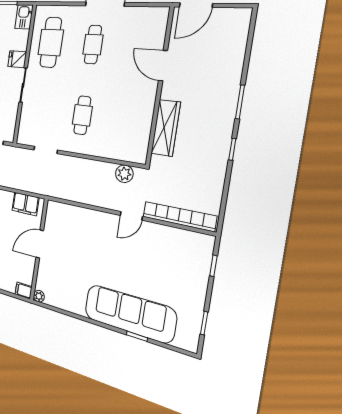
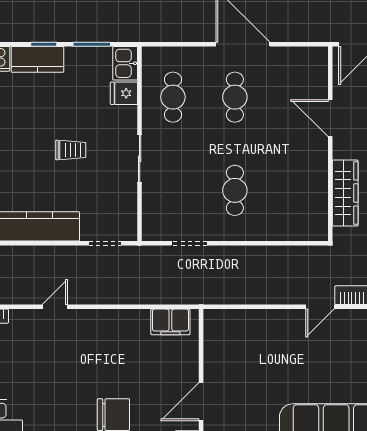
cafe table: (51, 42) -> (173, 97), width x0.73, depth x0.74
fridge: (17, 59) -> (124, 93), moved
plant: (124, 174) -> (303, 257), removed
door: (40, 244) -> (201, 402), moved

